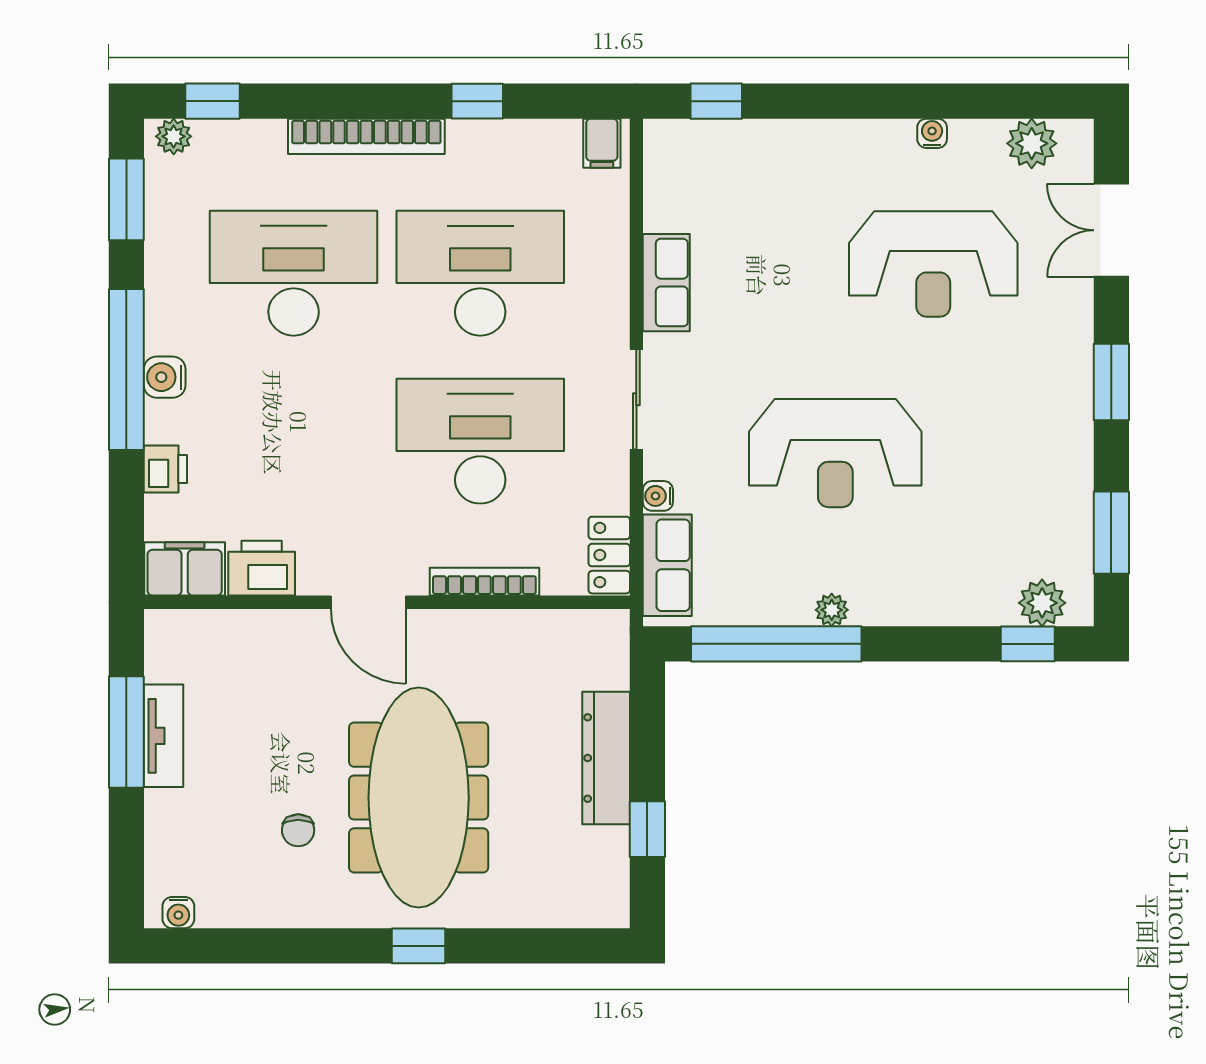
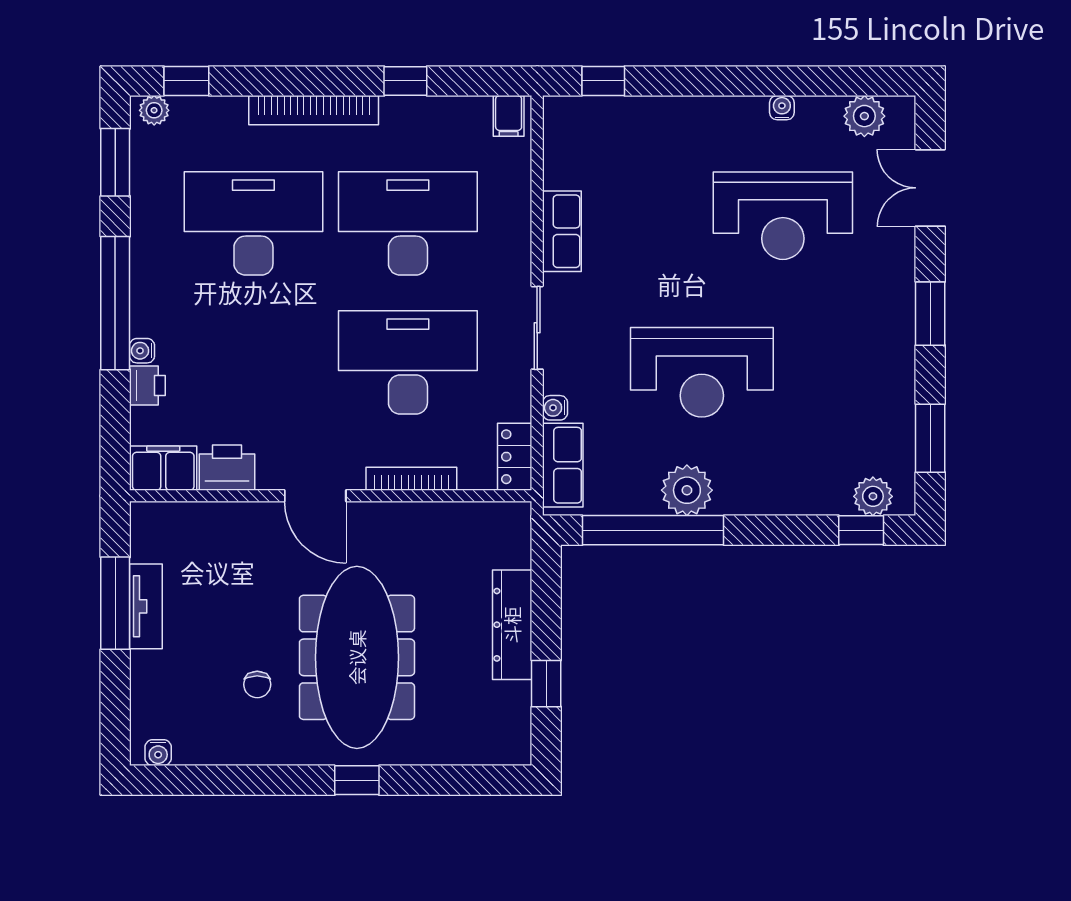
water cooler: (165, 377) -> (142, 351), moved, width x0.72, depth x0.72
plant: (832, 610) -> (687, 490), width x1.88, depth x1.88

